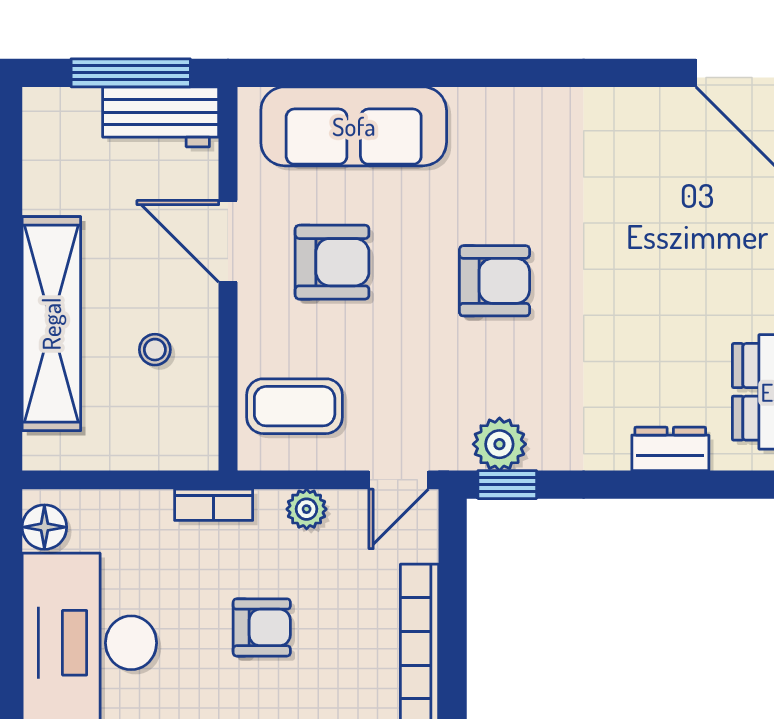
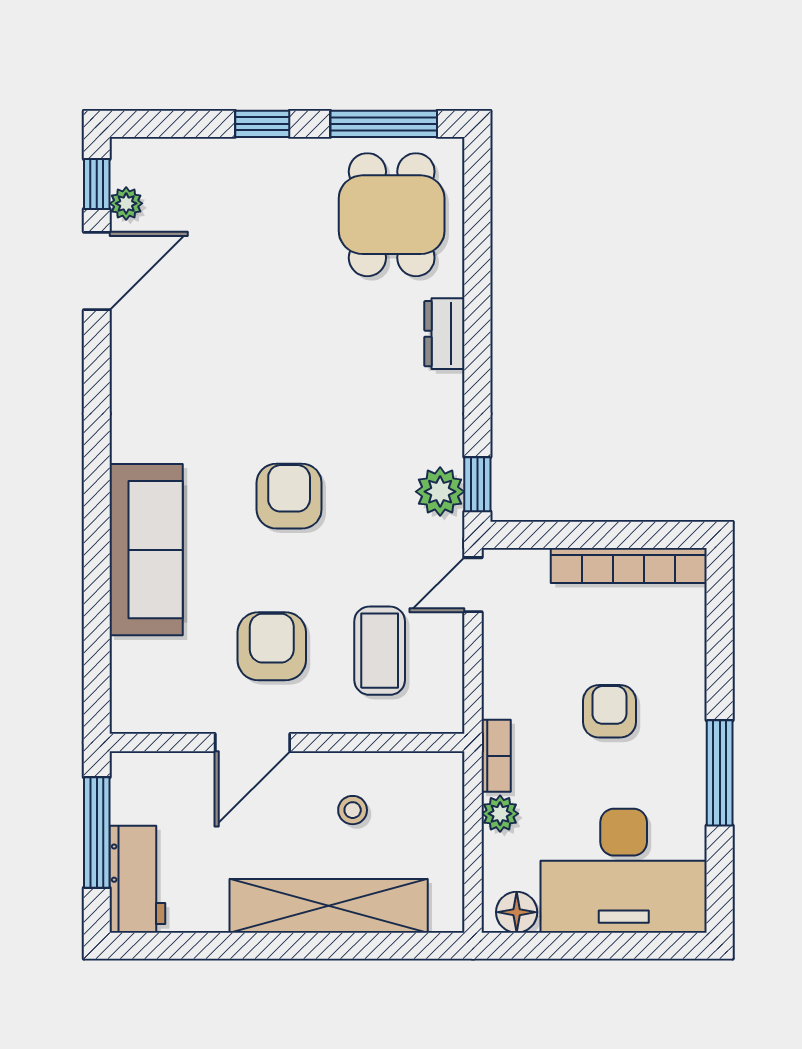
workbench: (161, 117) -> (137, 879), moved
sofa: (354, 126) -> (146, 550), moved
coffee table: (295, 406) -> (380, 651), moved
door: (399, 480) -> (473, 585), swing flipped
plant: (307, 509) -> (500, 814), moved

